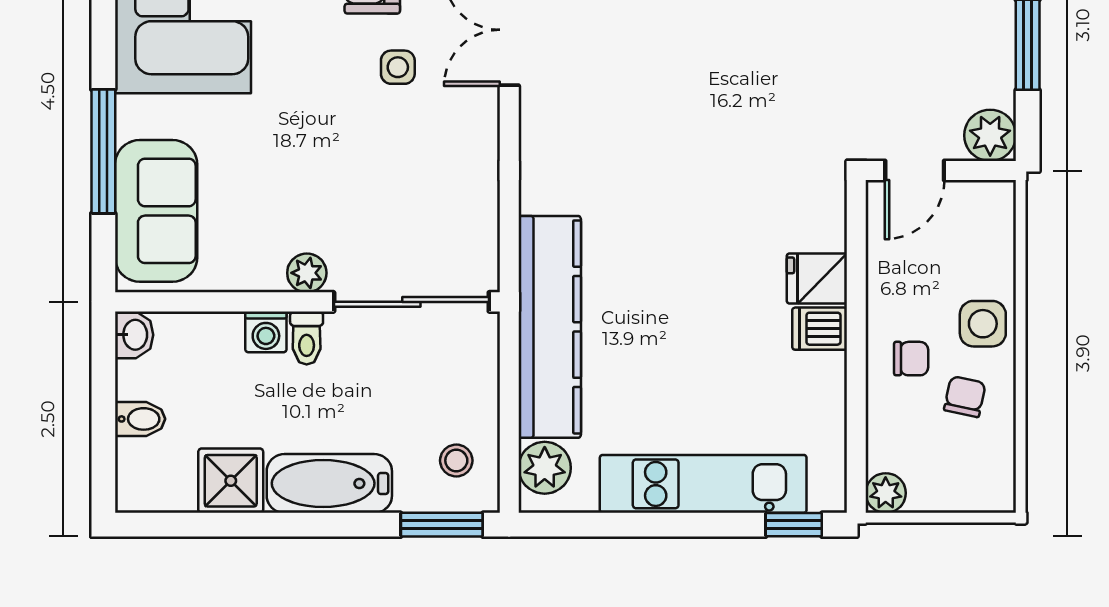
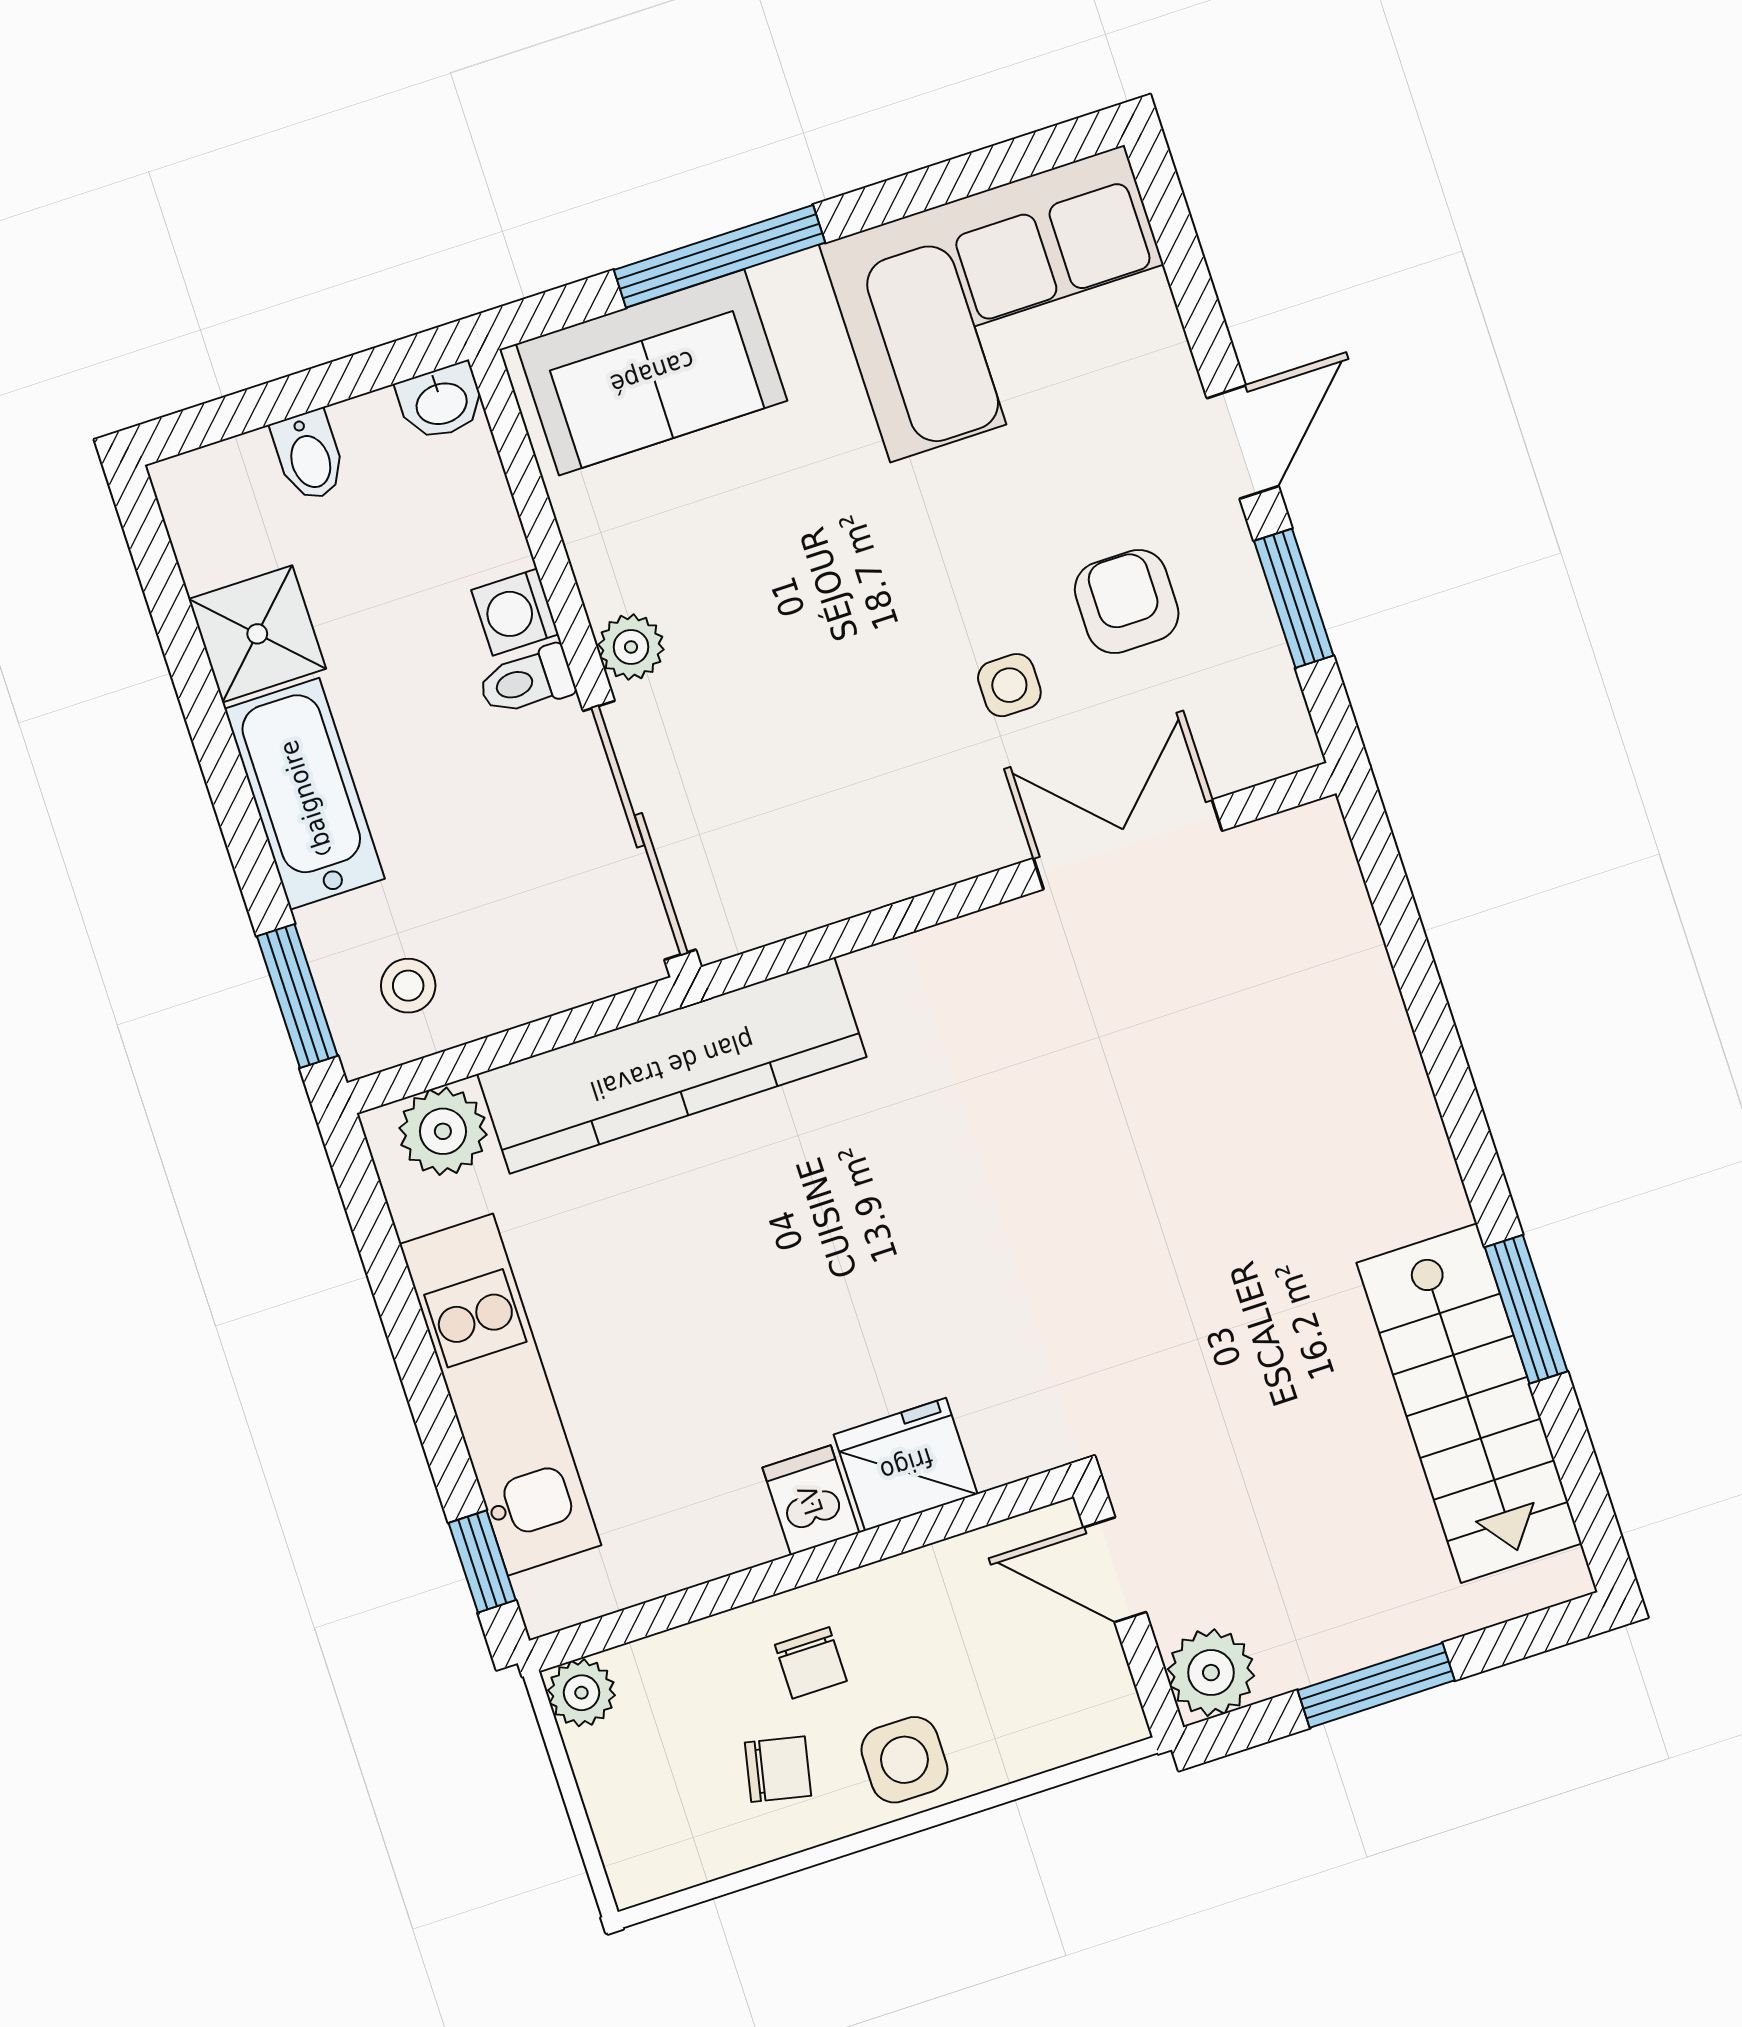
fridge: (817, 278) -> (906, 1464), width x1.38

